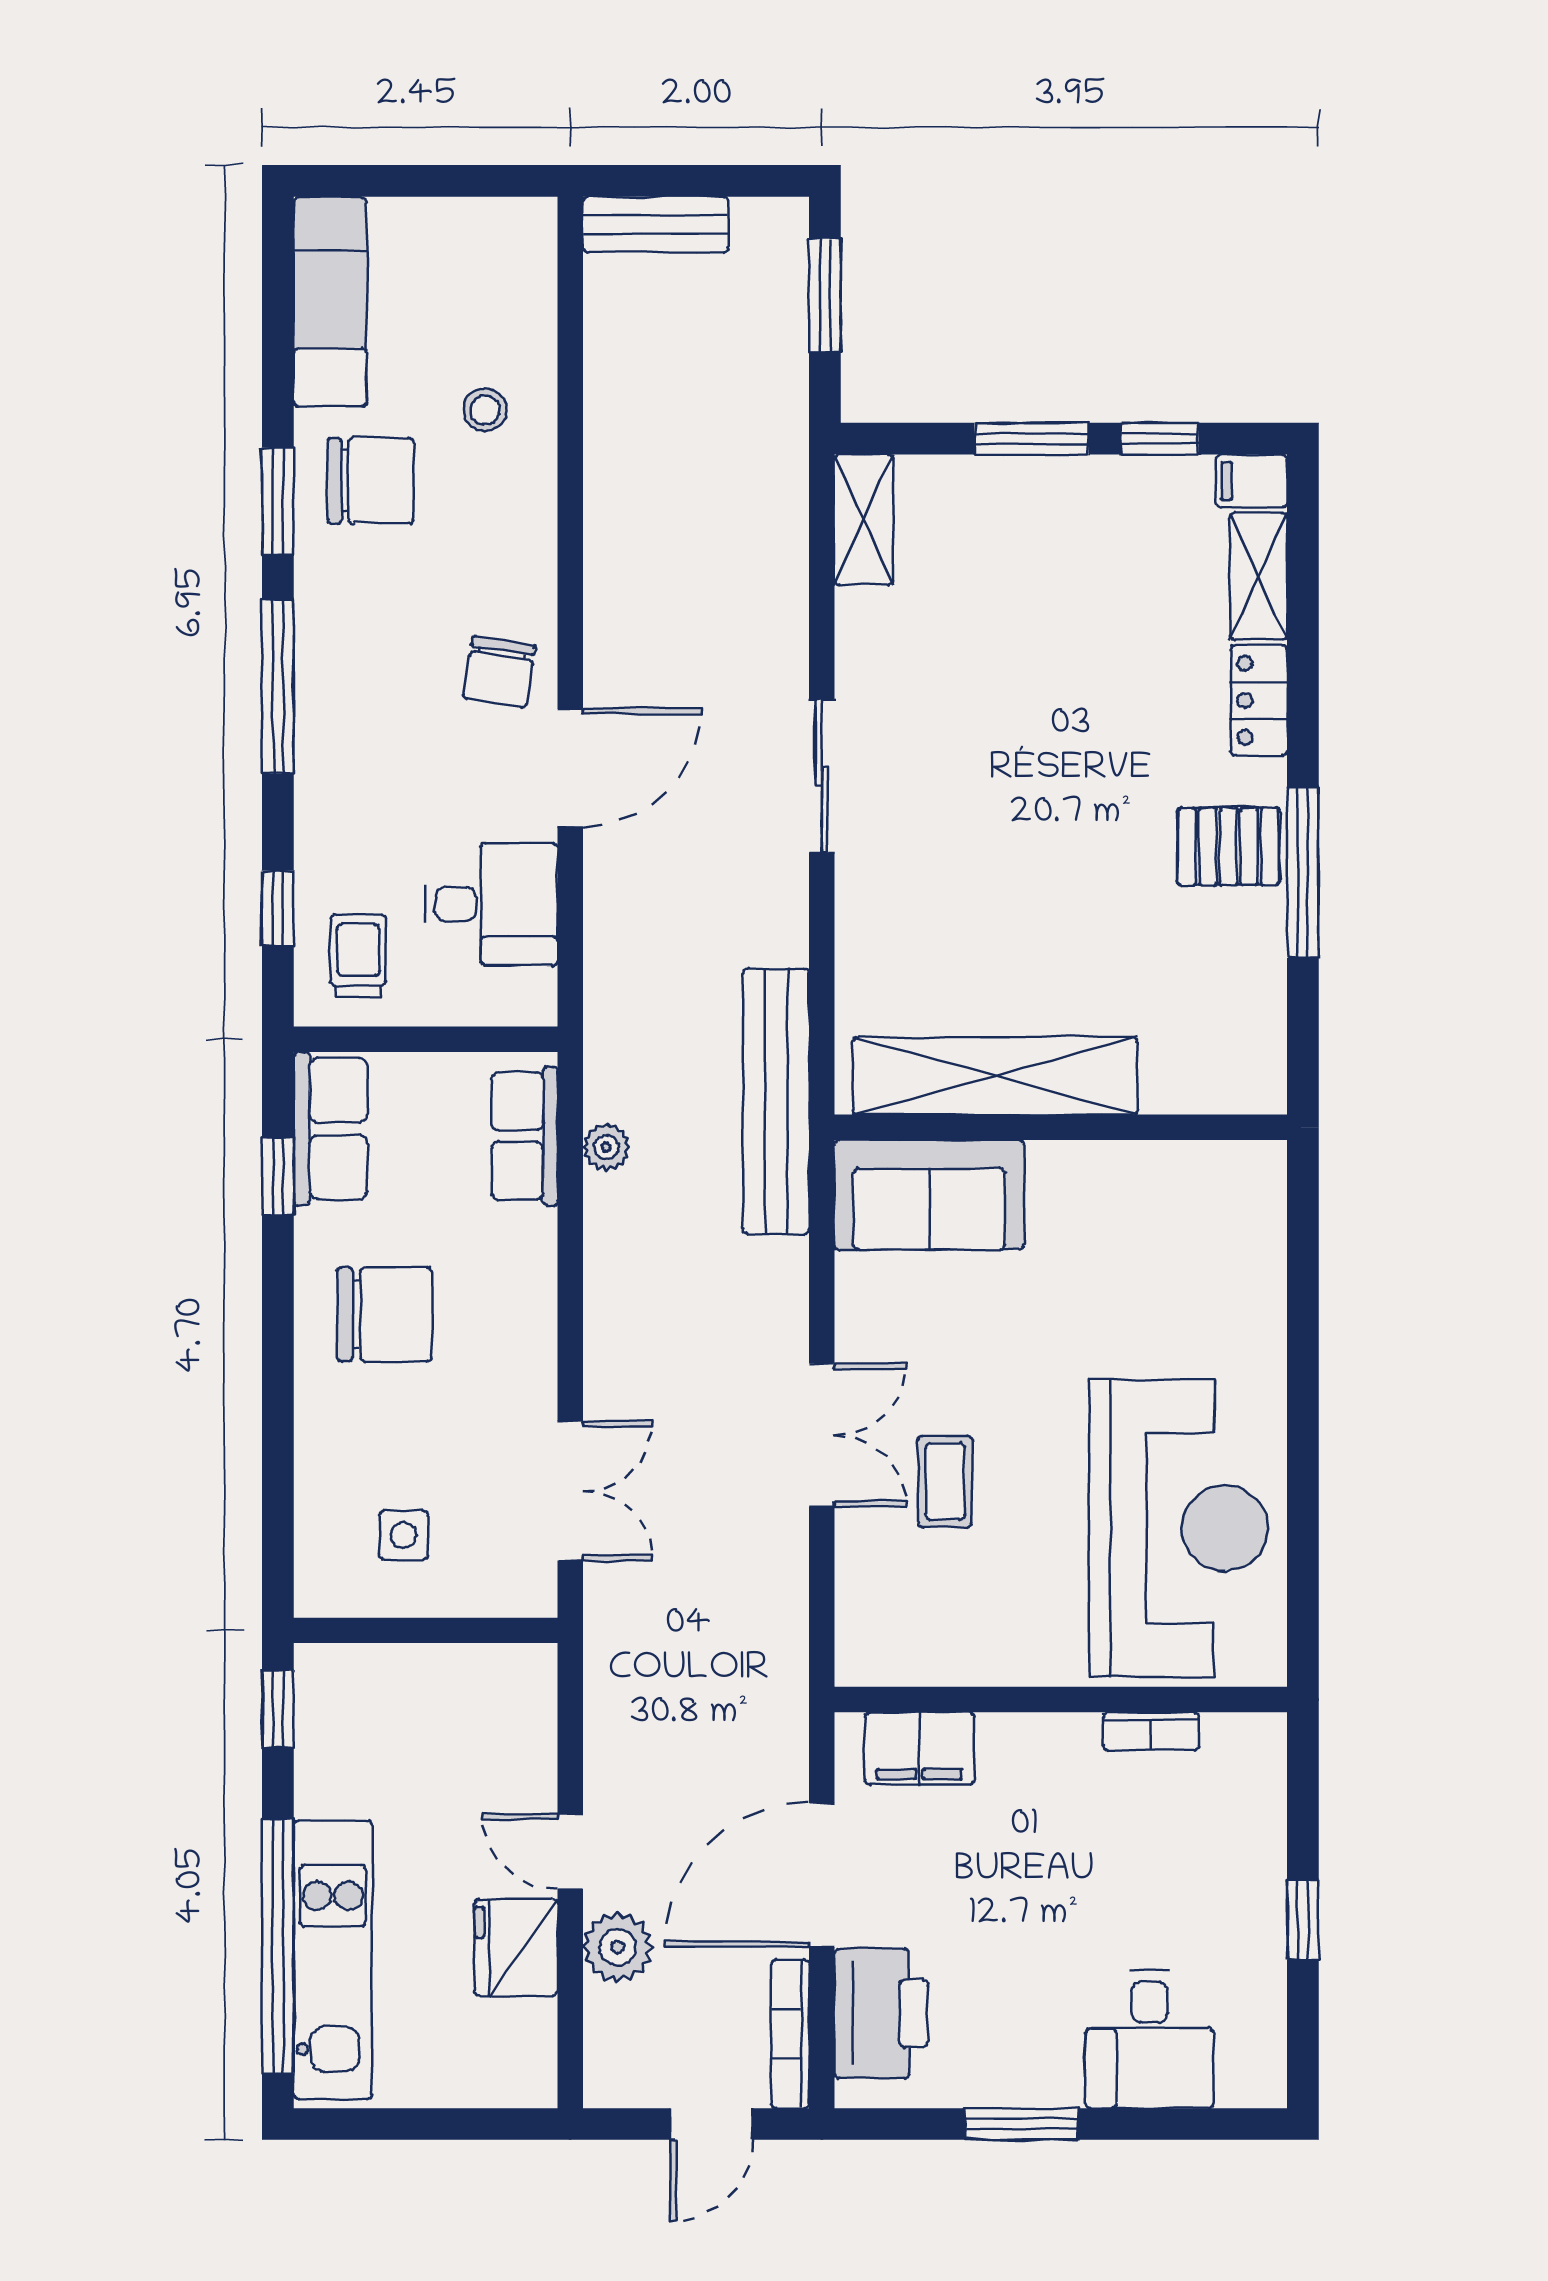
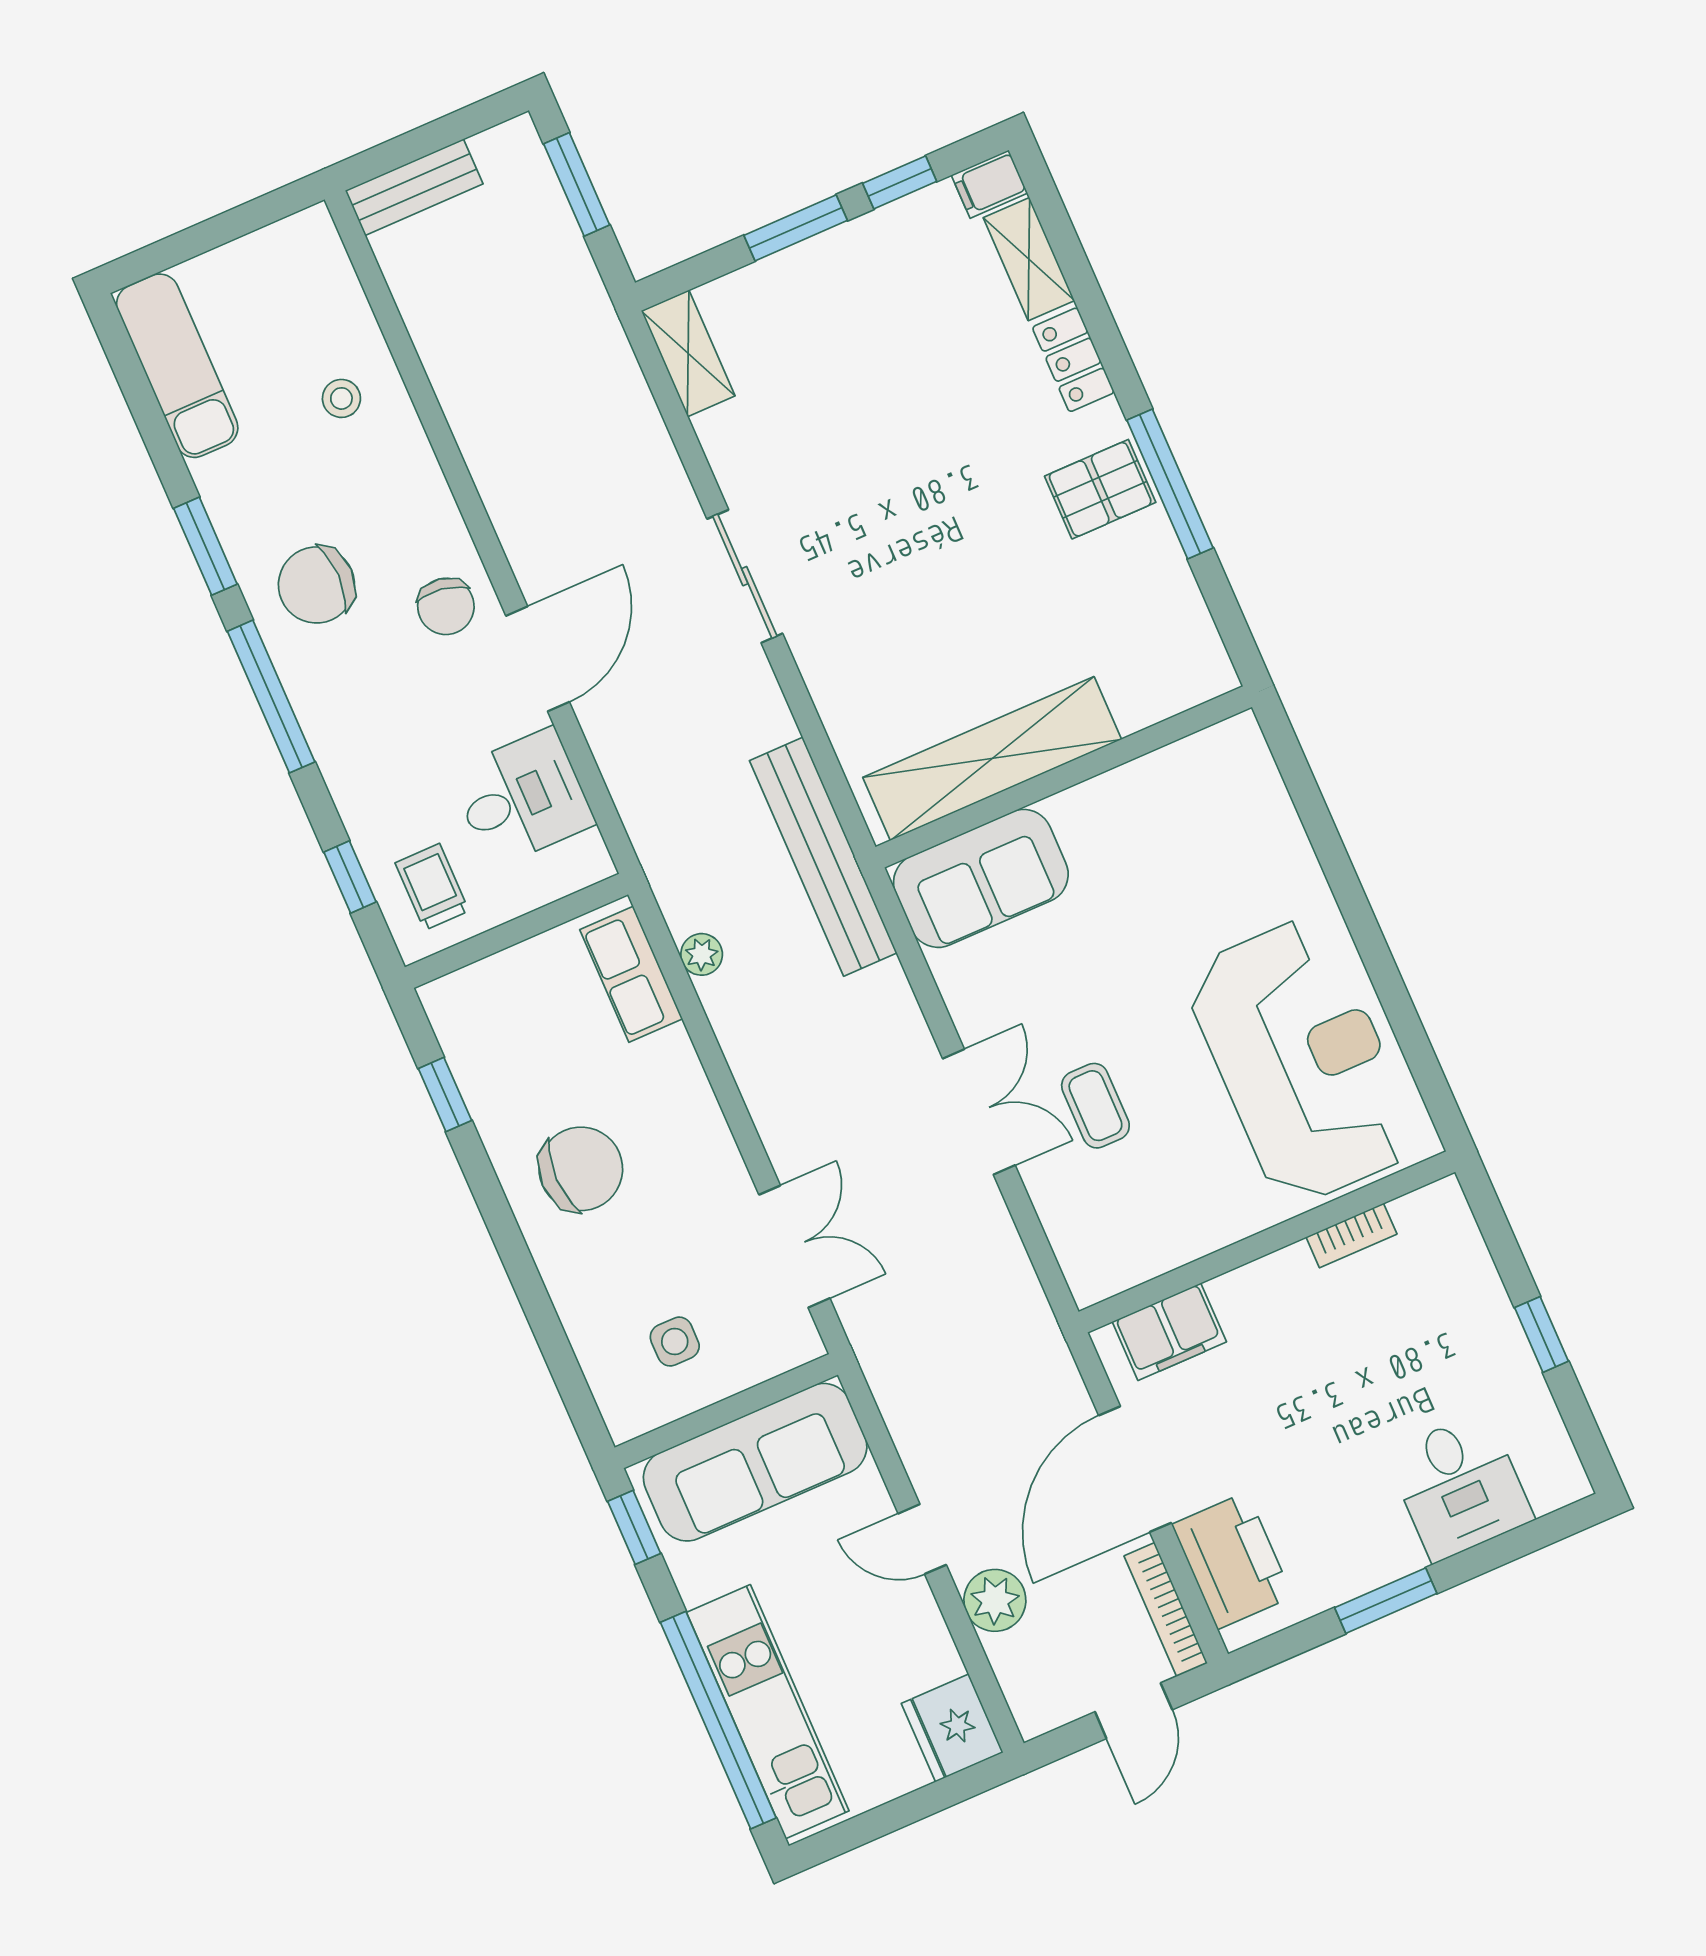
chair: (371, 481) -> (316, 585), moved, turned 180
row of seats: (330, 1129) -> (471, 1037), removed
sofa: (432, 1696) -> (755, 1462), added
fridge: (516, 1947) -> (952, 1728), moved

